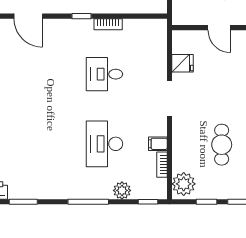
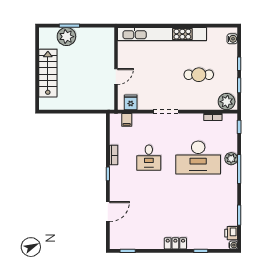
fridge: (183, 63) -> (131, 102), moved
desk: (104, 144) -> (198, 158), width x1.36, depth x1.30
filing cabinet: (158, 144) -> (127, 120), moved
plant: (122, 190) -> (231, 159), moved

